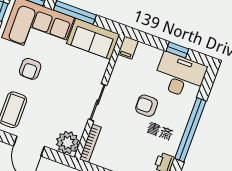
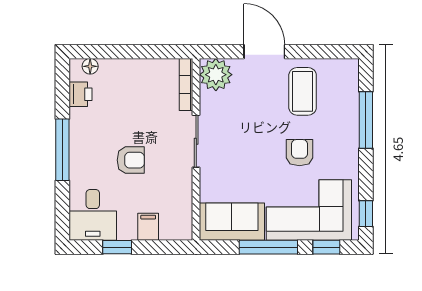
filing cabinet: (128, 48) -> (148, 227), moved
desk: (180, 76) -> (93, 215), width x0.73
window: (190, 130) -> (62, 150), width x0.68

